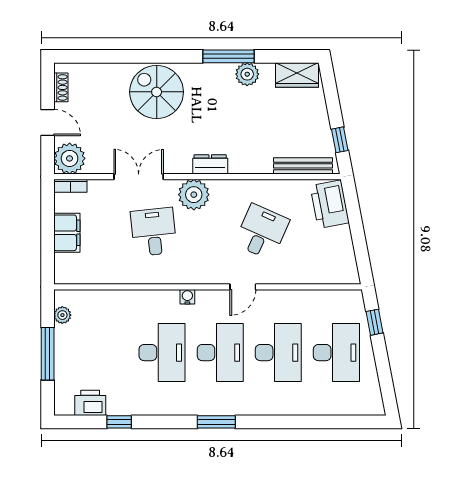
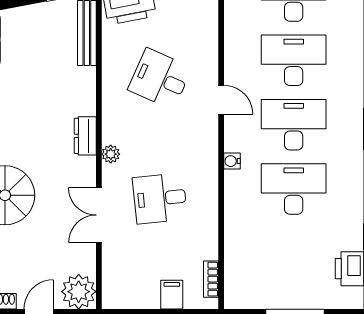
bookcase: (70, 186) -> (211, 279), moved, turned 180
plant: (194, 195) -> (111, 154), width x0.53, depth x0.53
filing cabinet: (67, 233) -> (172, 295), width x0.50
plant: (62, 315) -> (252, 299), removed

